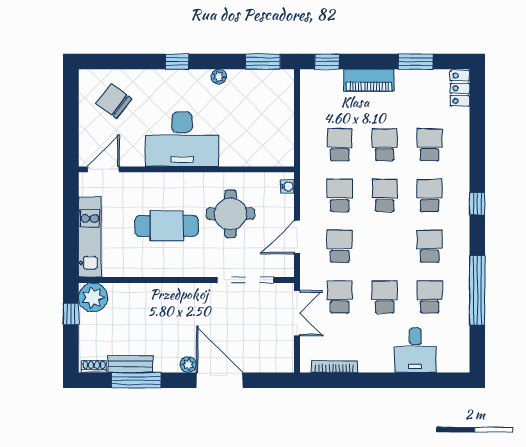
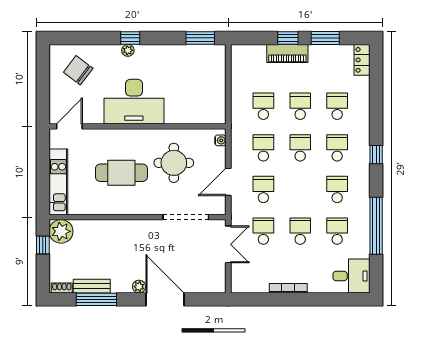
window: (327, 62) -> (288, 38), moved
plant: (219, 77) -> (128, 50), moved
desk: (415, 350) -> (351, 276), moved, turned -90
bookcase: (334, 367) -> (288, 288), moved

